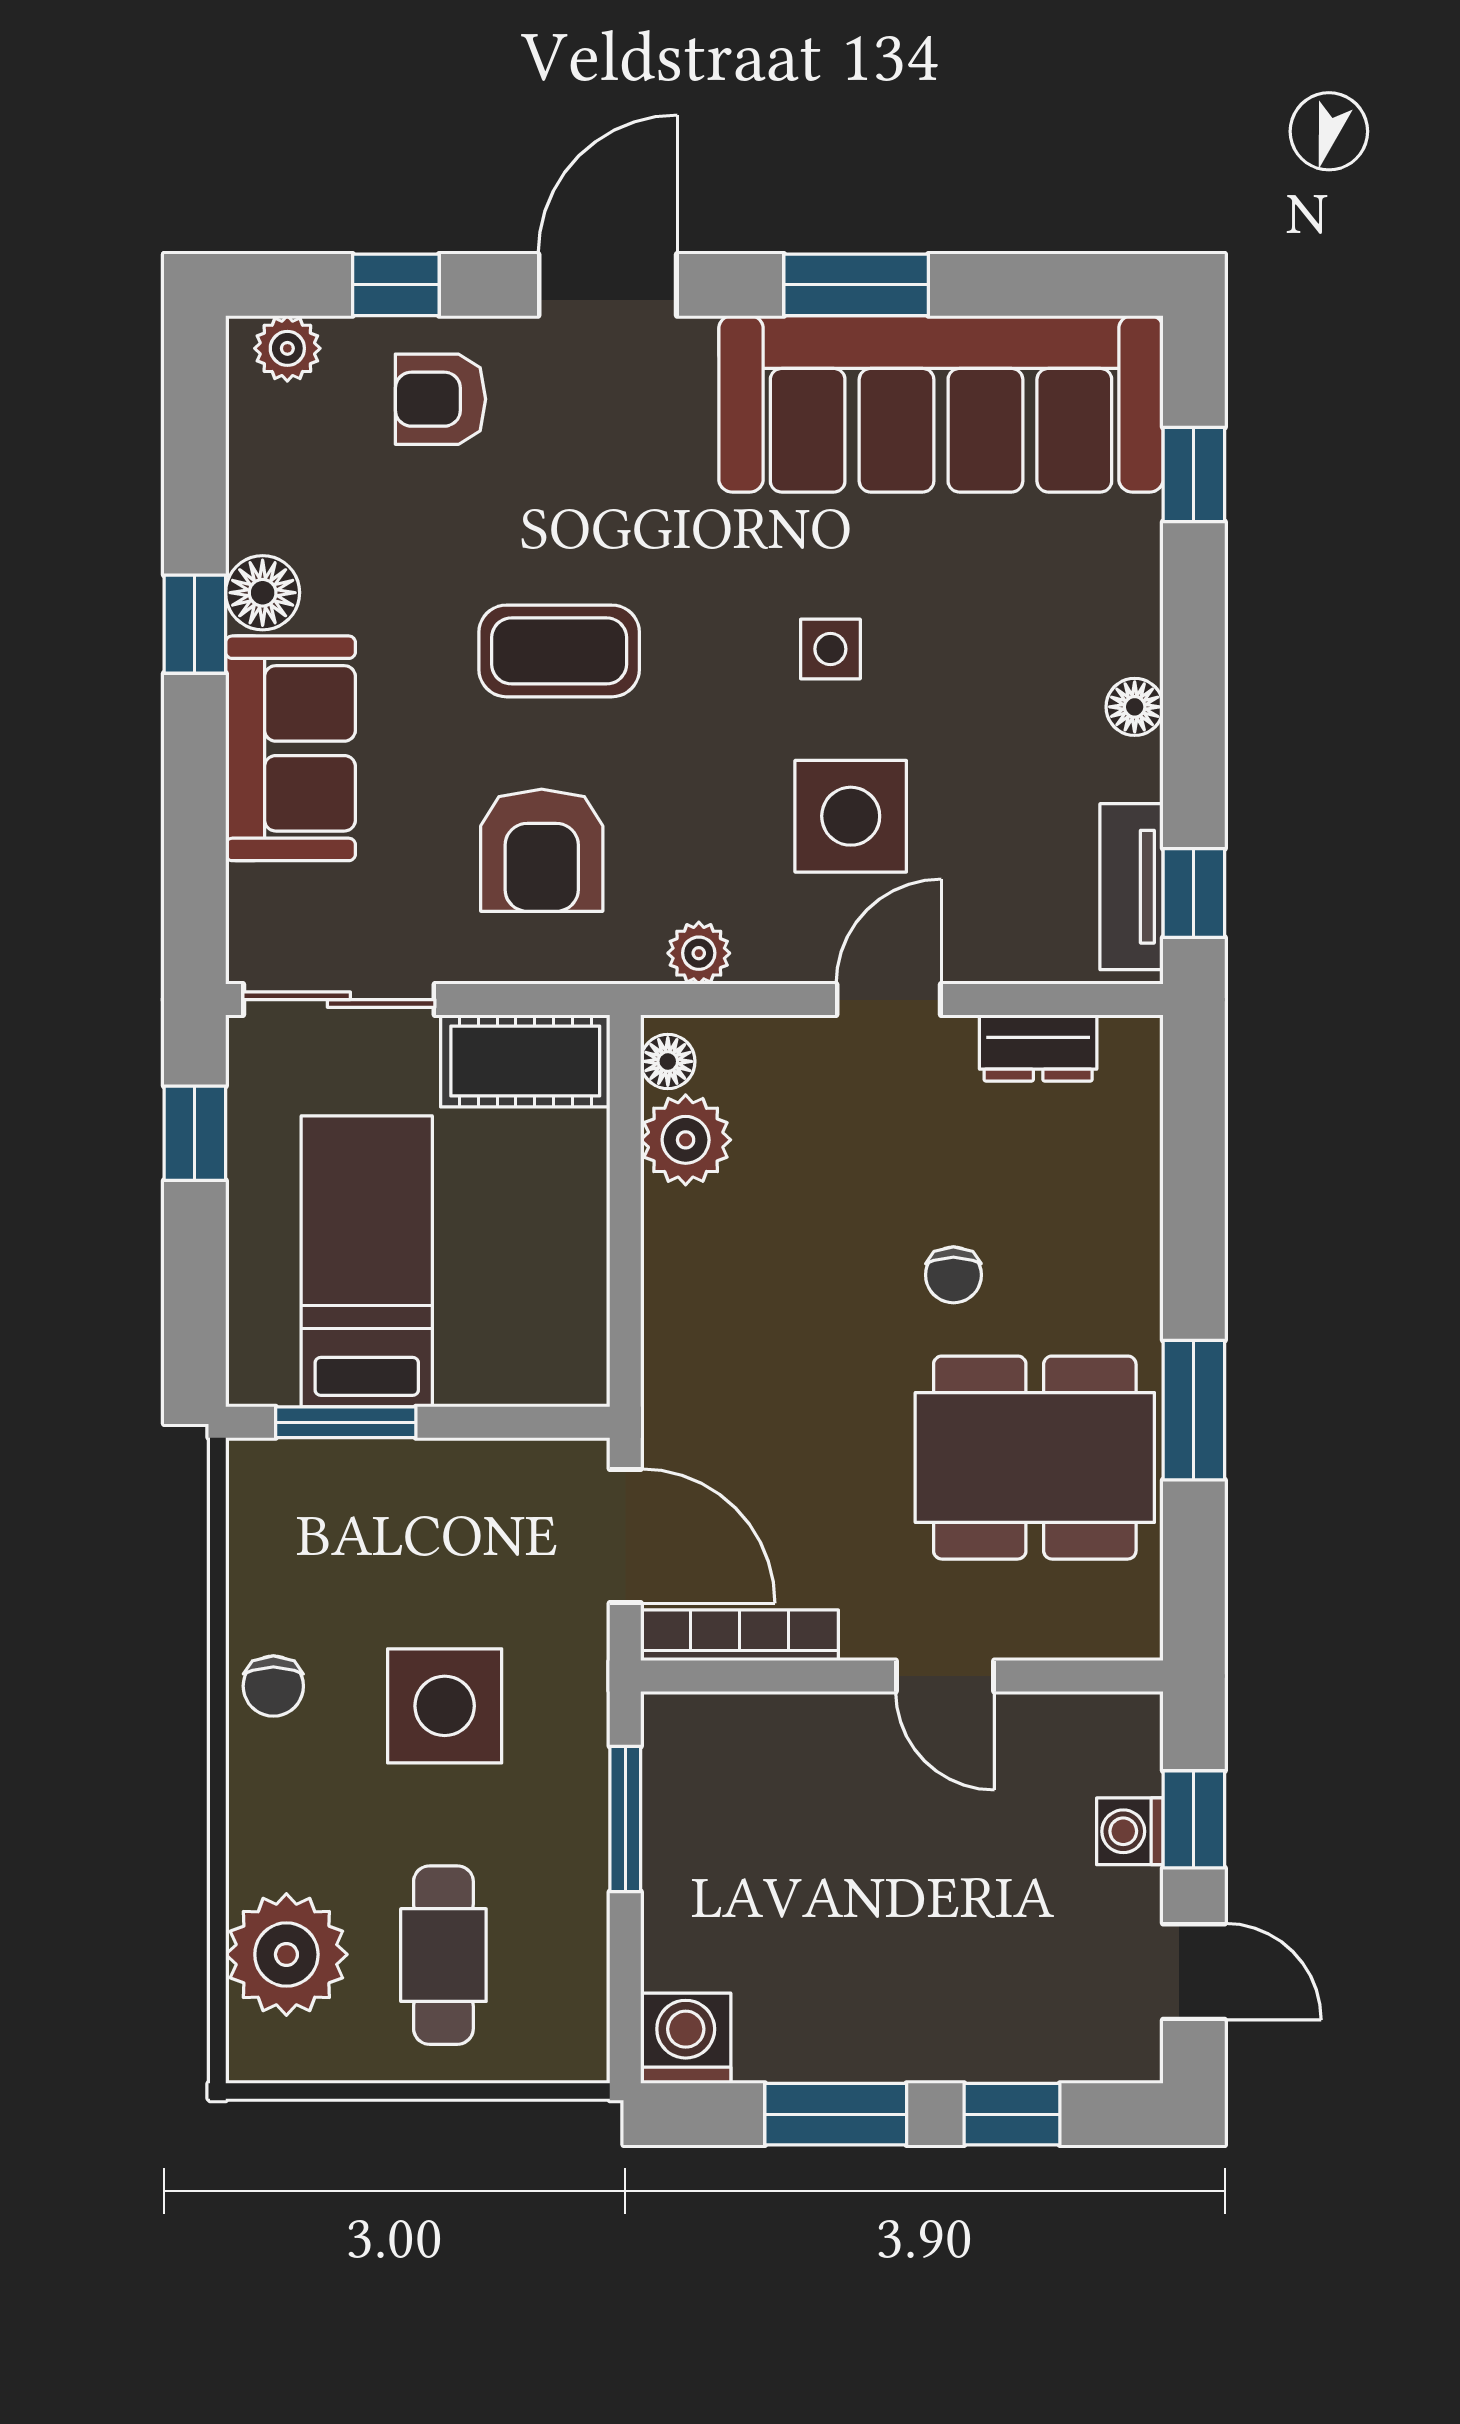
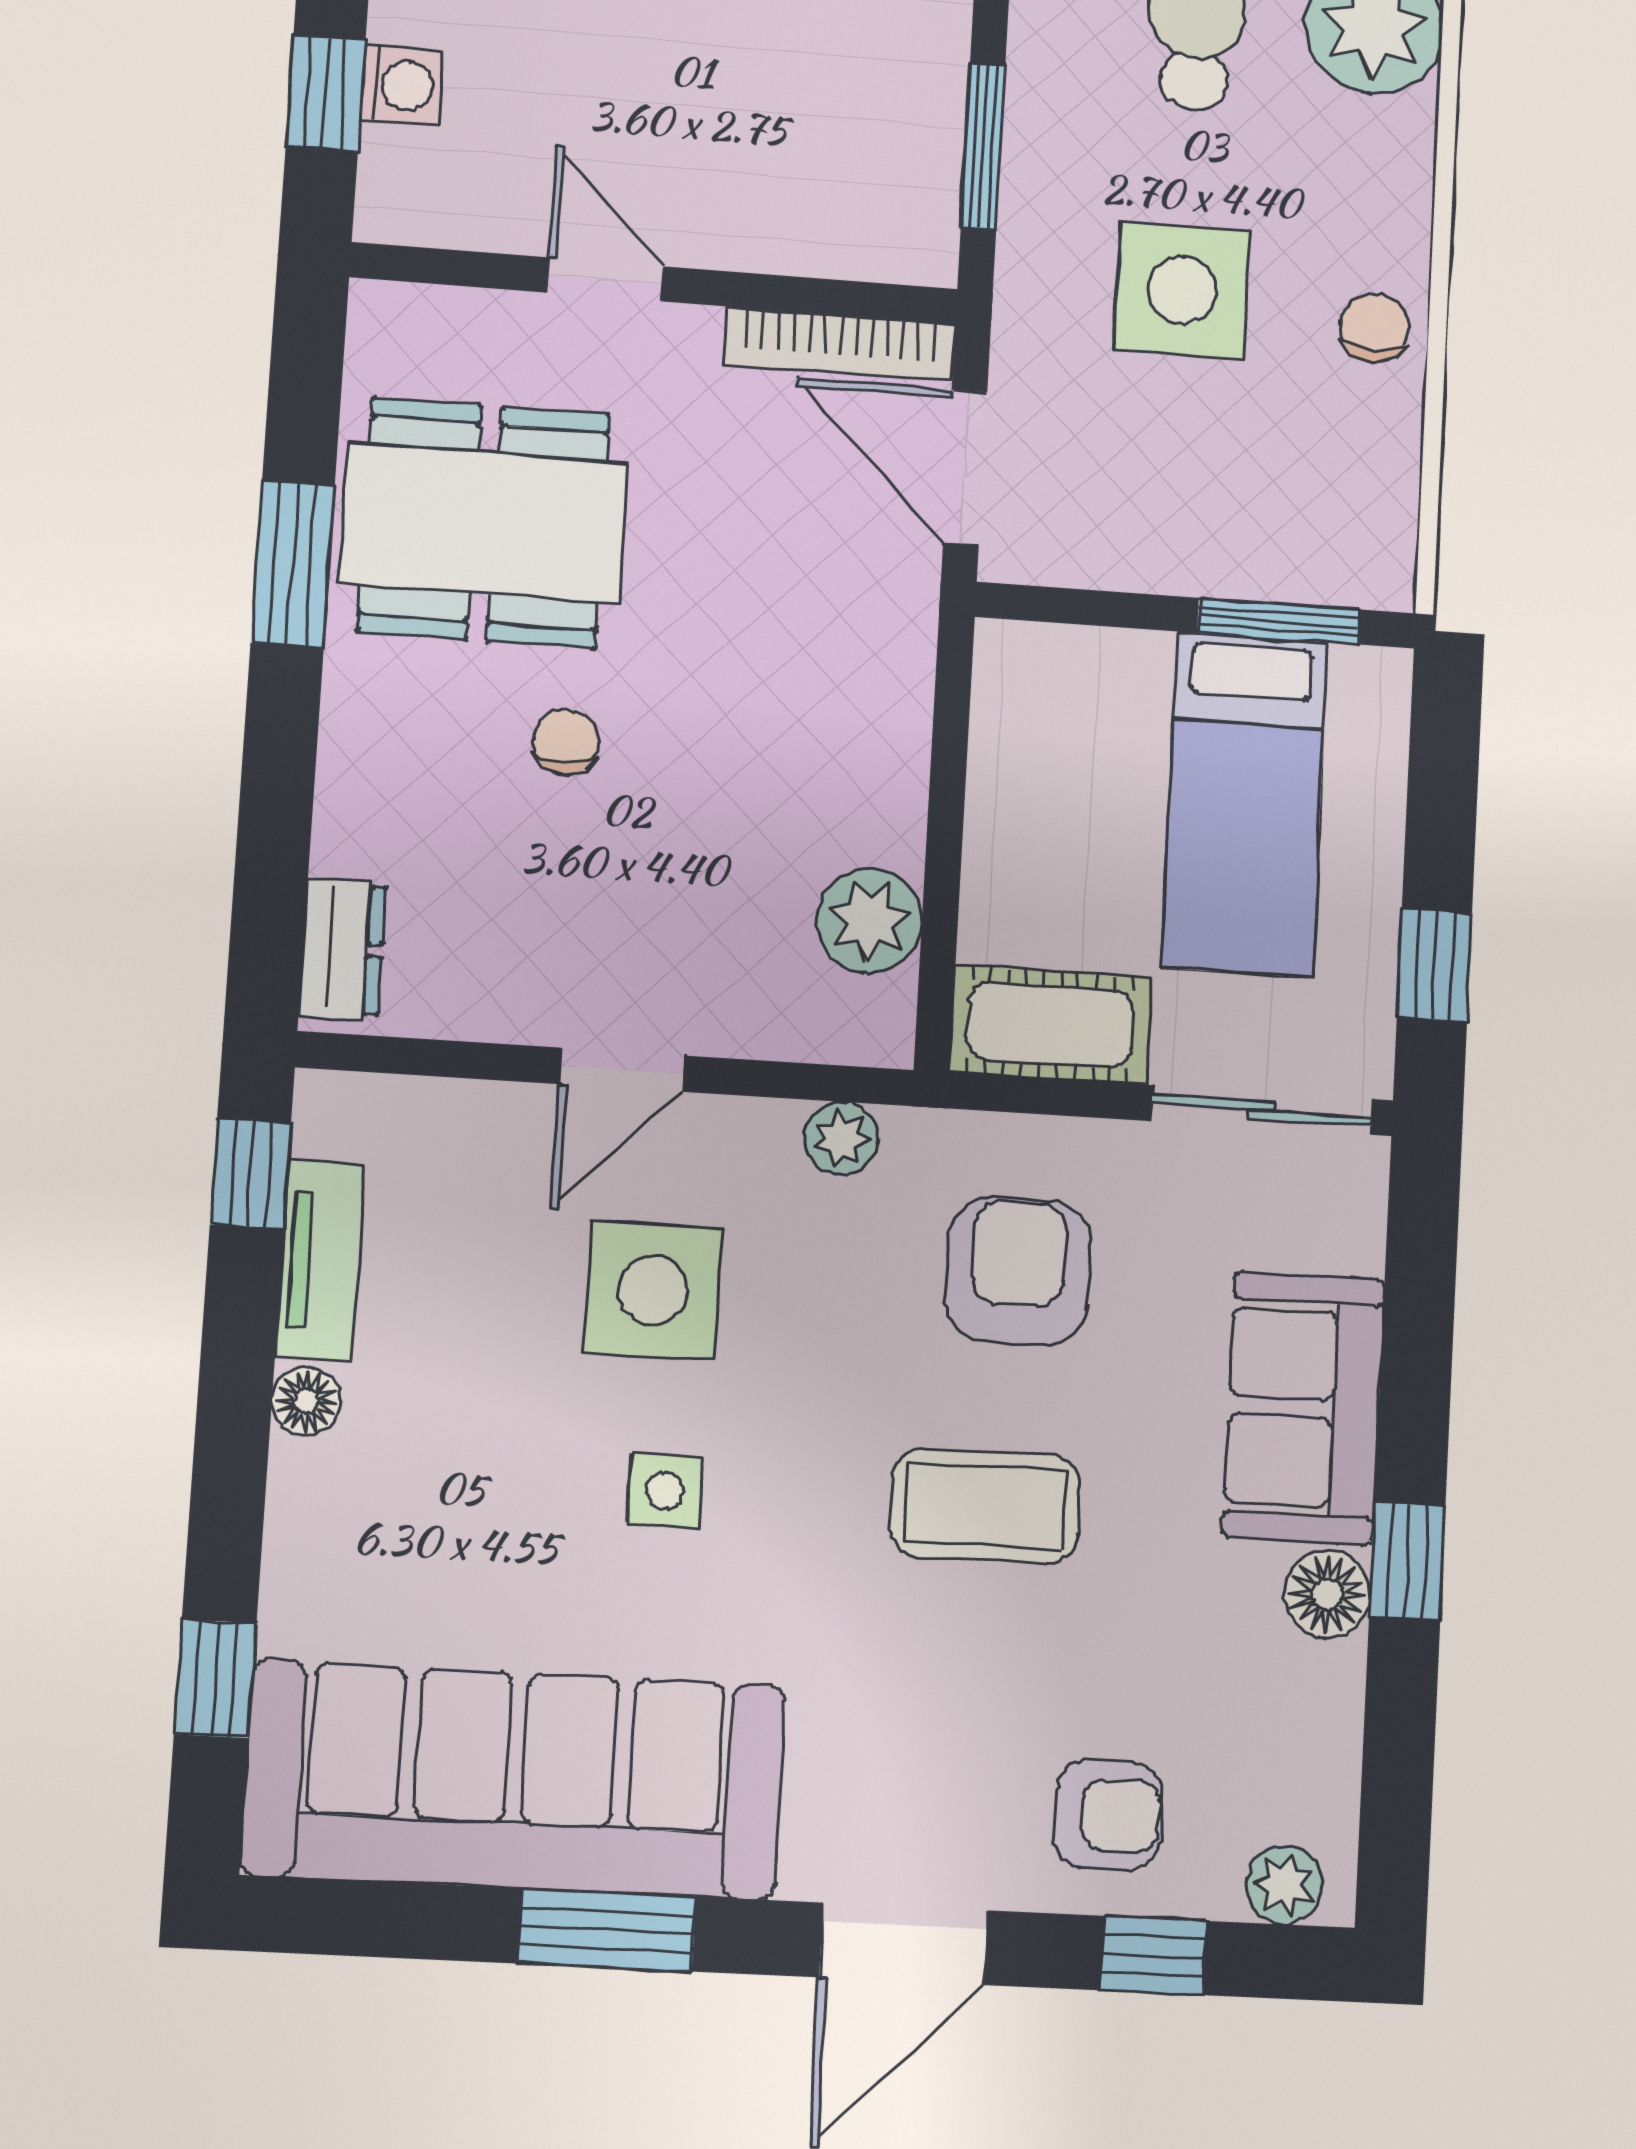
tv unit: (1132, 887) -> (320, 1260), moved
dresser: (1038, 1048) -> (342, 949), moved, turned 90
floor lamp: (668, 1061) -> (885, 1013), removed

